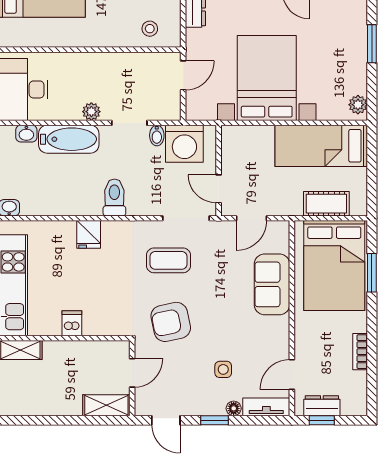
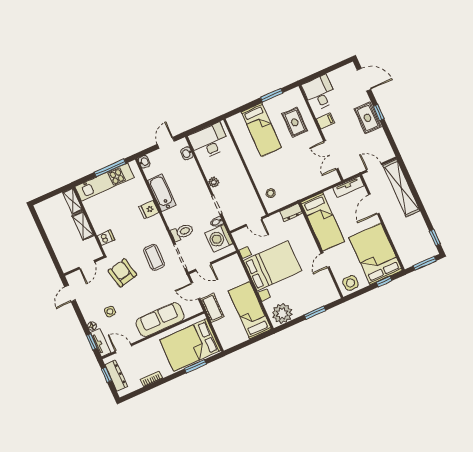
plant: (358, 105) -> (282, 313), width x1.88, depth x1.88
bathtub: (69, 139) -> (162, 193), moved, turned 180
door: (219, 189) -> (203, 267), swing flipped
toilet: (114, 197) -> (182, 232), moved
cot: (326, 204) -> (212, 308), moved
sofa: (272, 284) -> (160, 320), width x1.36
dishwasher: (72, 323) -> (106, 238), moved
door: (132, 373) -> (87, 265), hinge flipped
shelving: (106, 405) -> (83, 226), moved
dresser: (322, 406) -> (116, 376), width x1.44
window: (214, 420) -> (92, 342), moved

